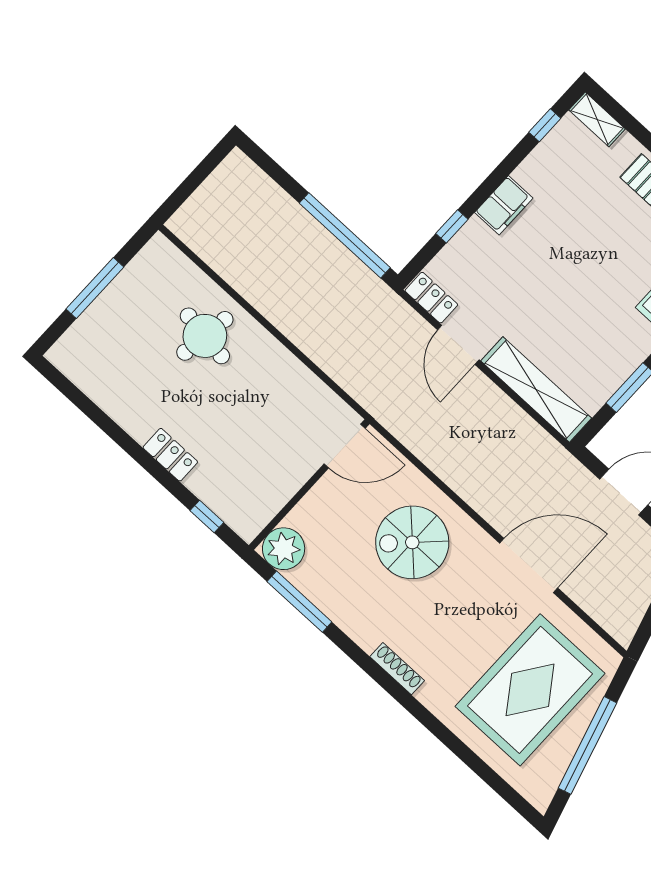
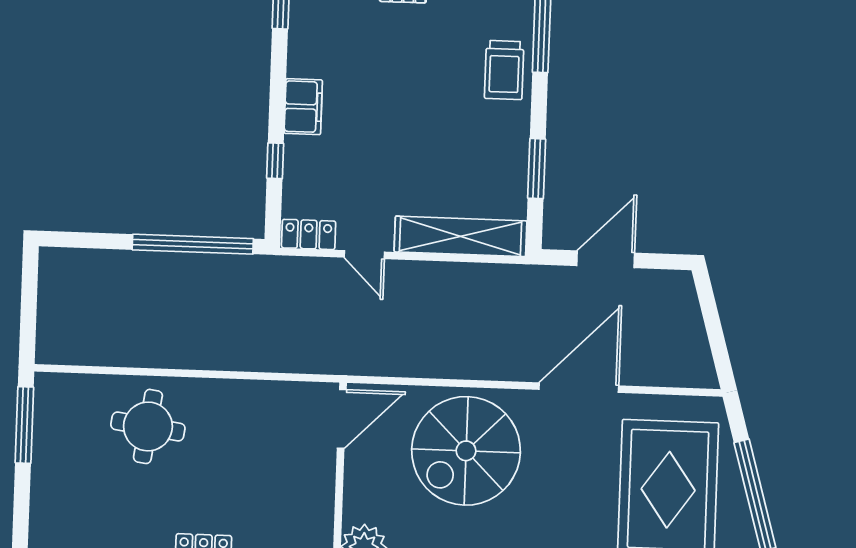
window: (95, 288) -> (24, 425), moved
door: (458, 345) -> (364, 255), width x0.73
spiral stairs: (412, 542) -> (466, 451), width x1.37, depth x1.37

